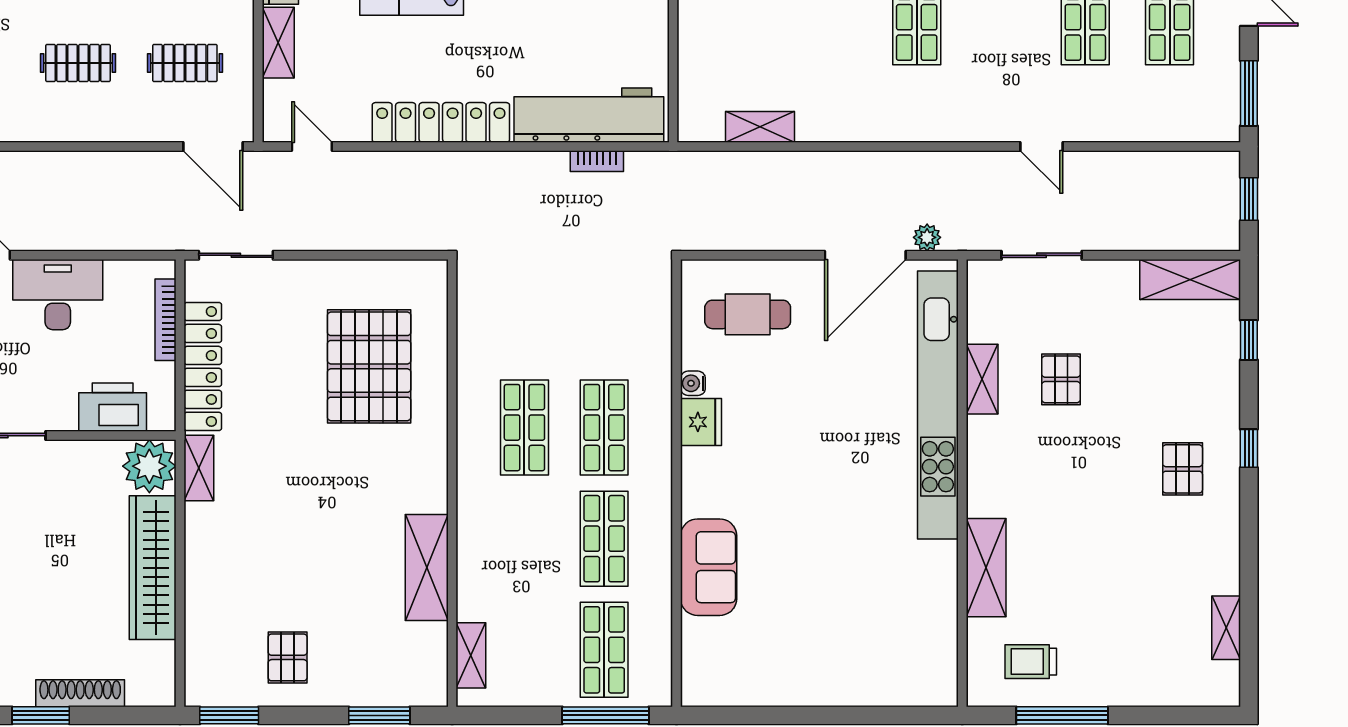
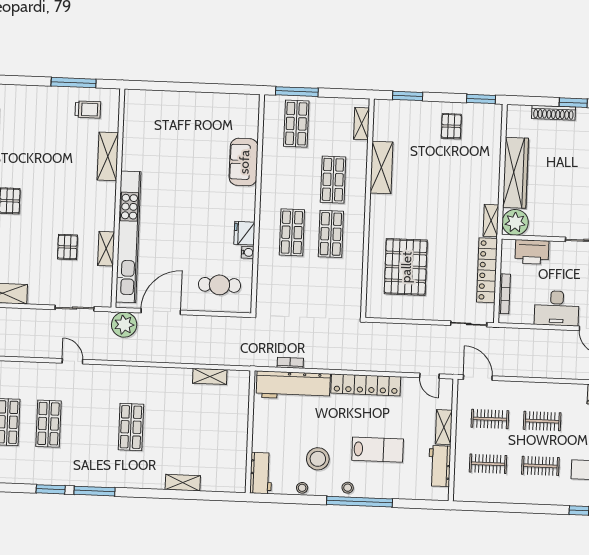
plant: (927, 237) -> (124, 325), width x1.88, depth x1.88
shop shelf: (604, 539) -> (333, 180), moved

